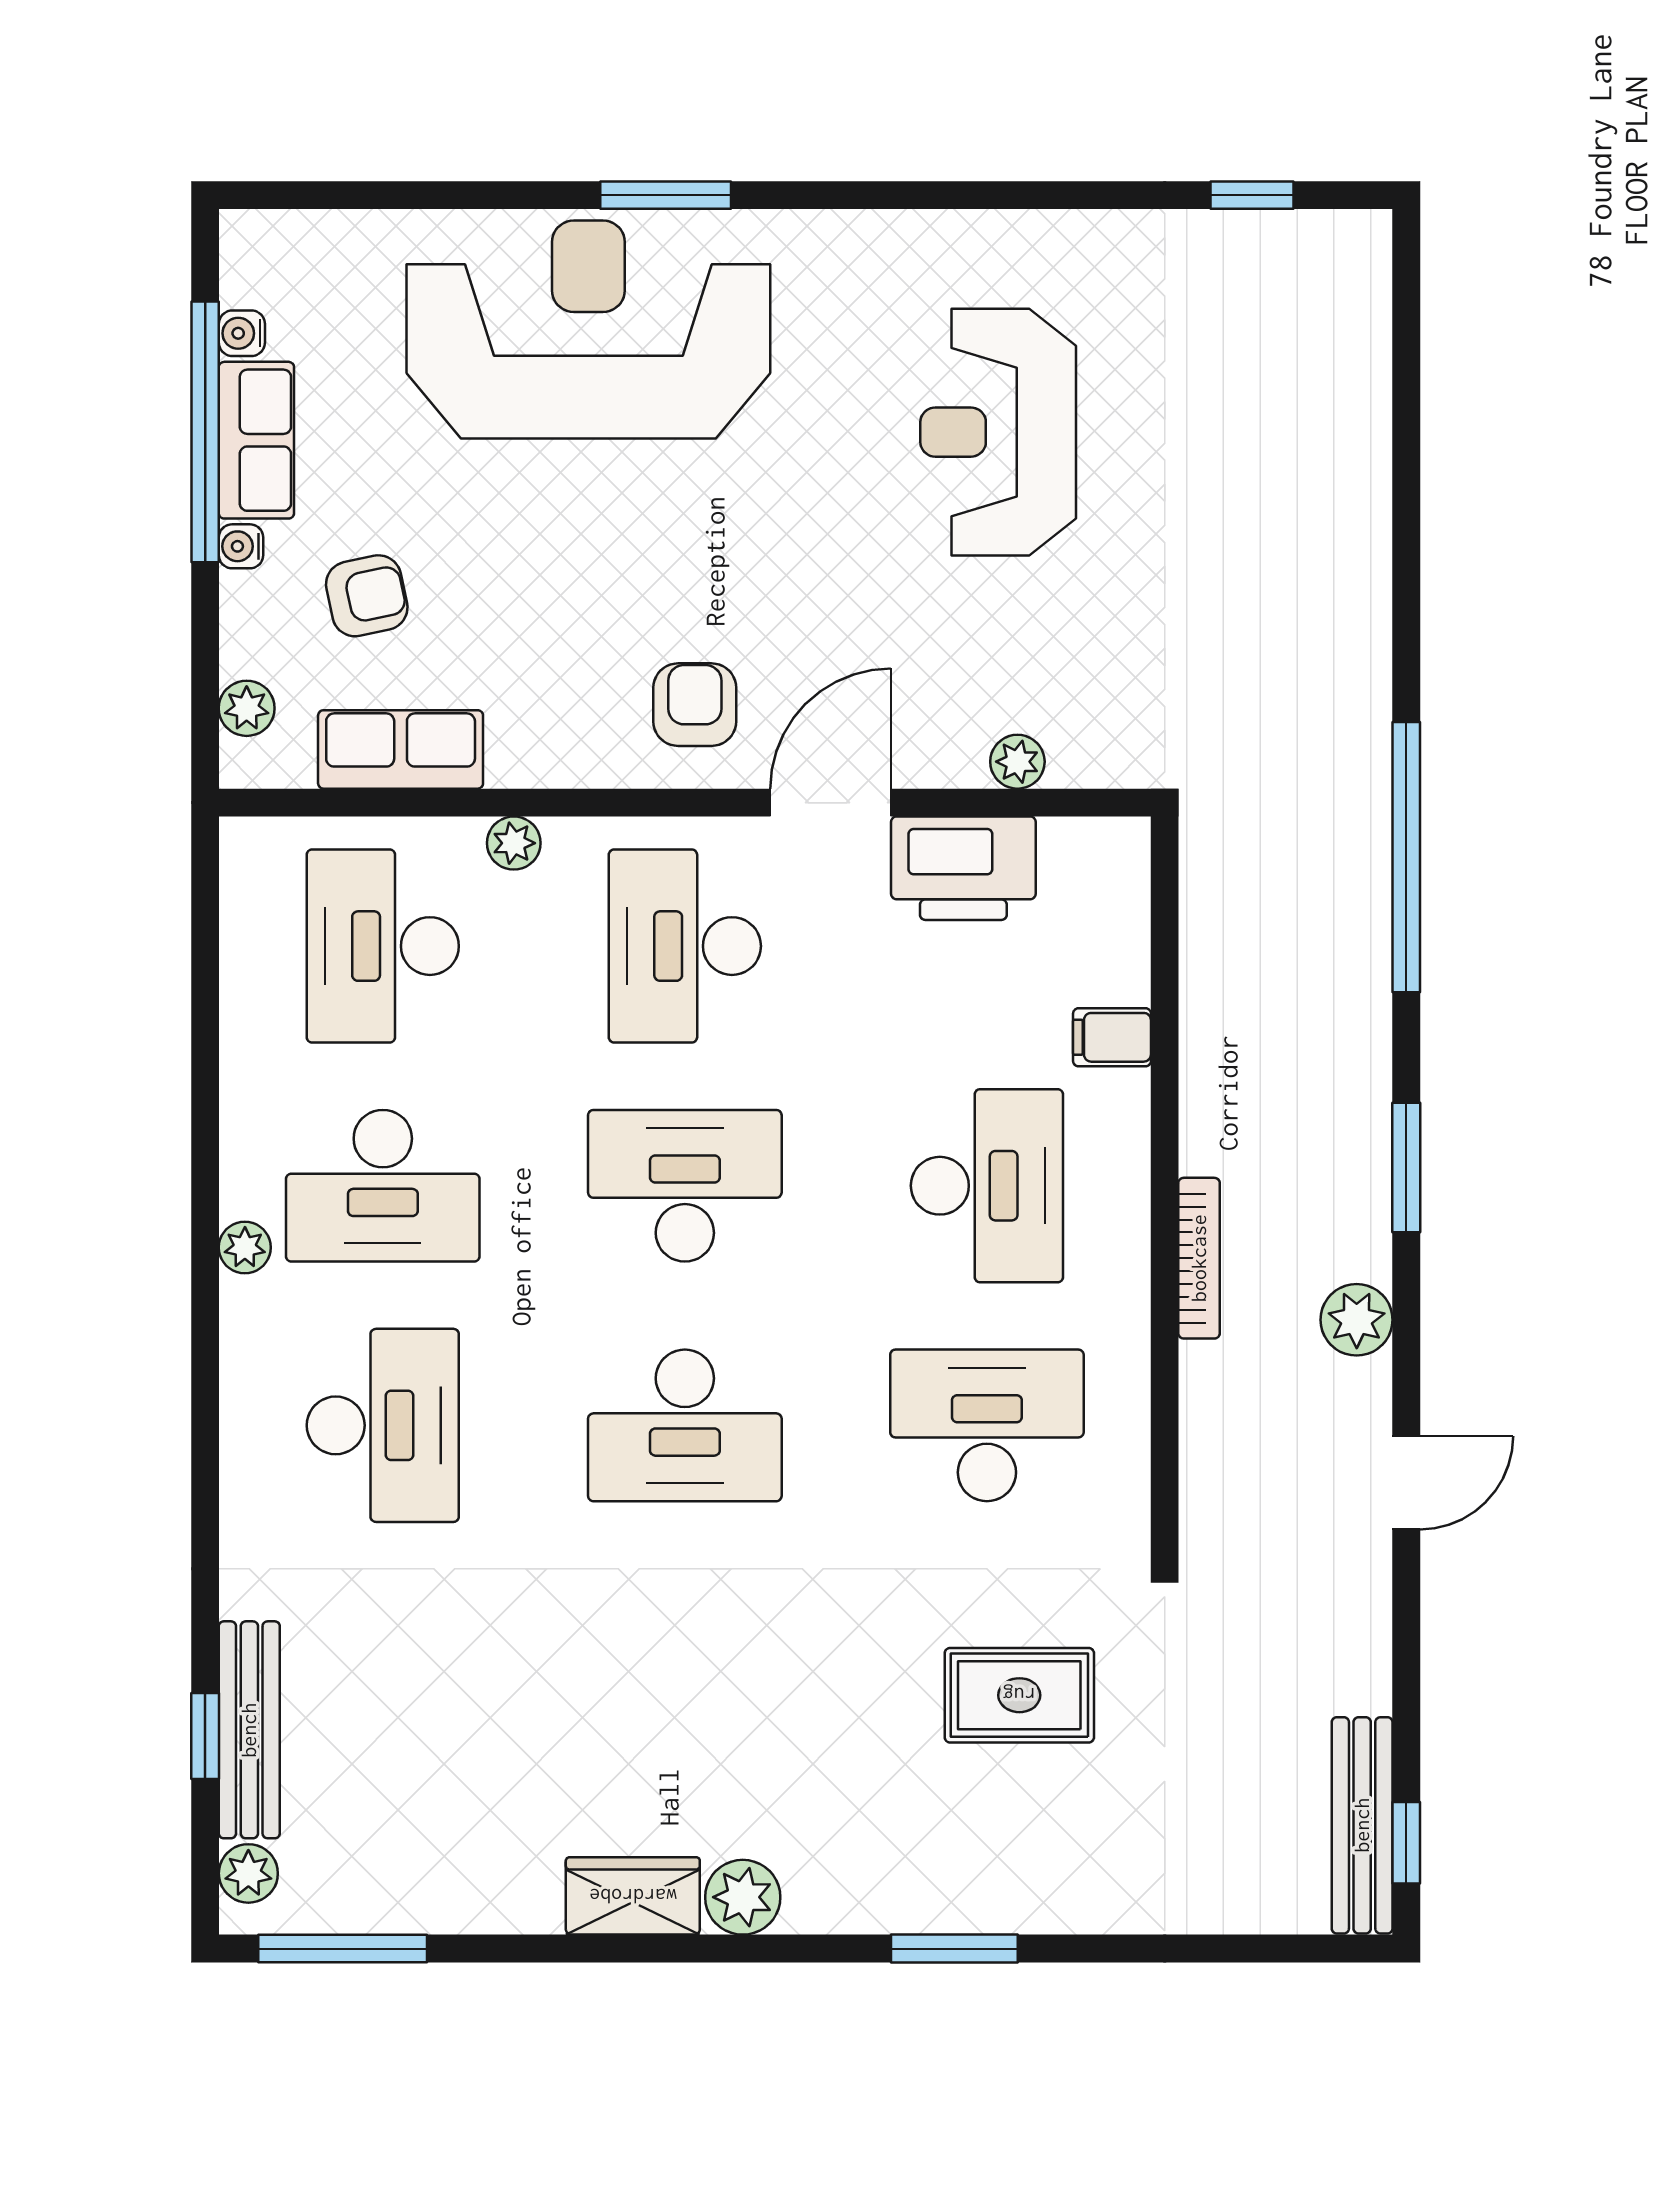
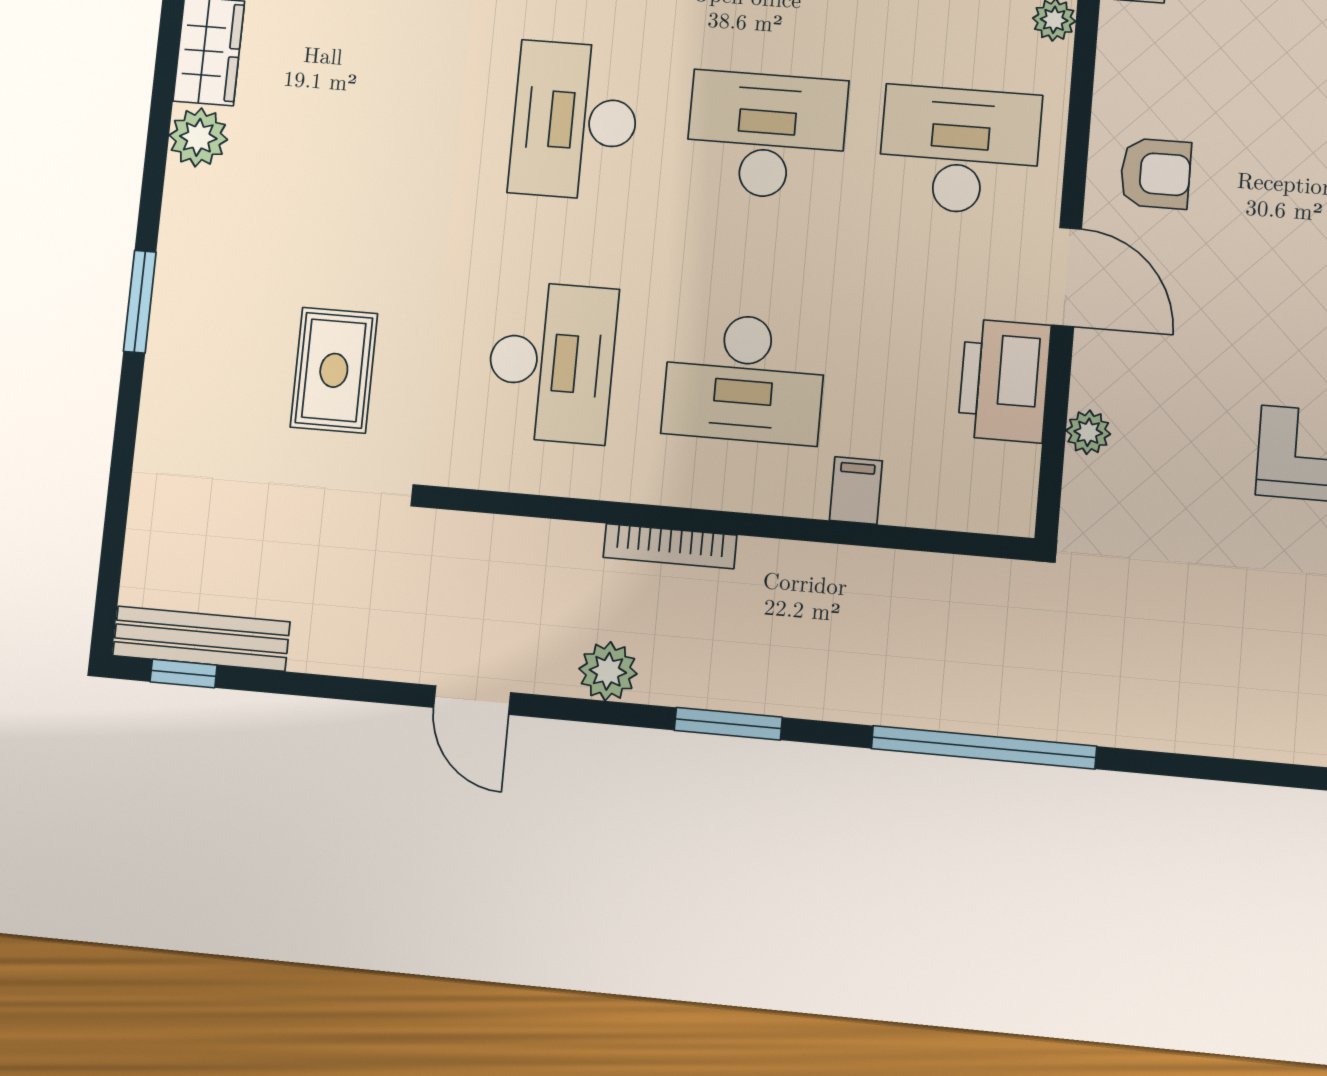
desk: (685, 1186) -> (766, 135), turned -90

